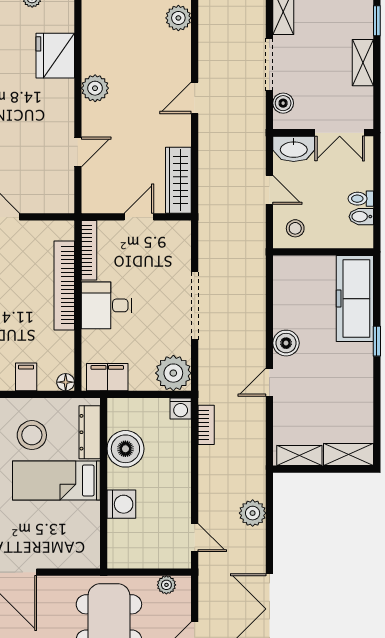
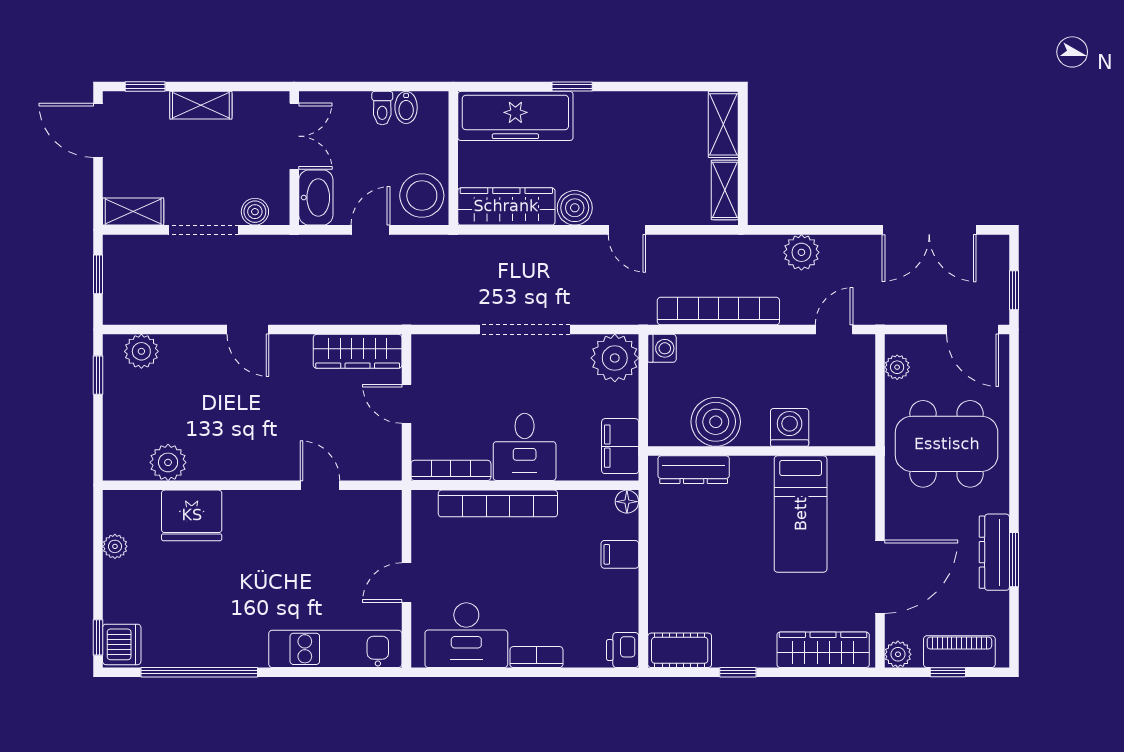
plant: (95, 88) -> (168, 462), moved
stool: (295, 228) -> (422, 196), width x1.89, depth x1.89
wardrobe: (287, 292) -> (506, 206), added
bookcase: (206, 425) -> (718, 311), width x2.31, depth x1.31
stool: (32, 435) -> (697, 547), removed
bed: (56, 480) -> (801, 514), moved

